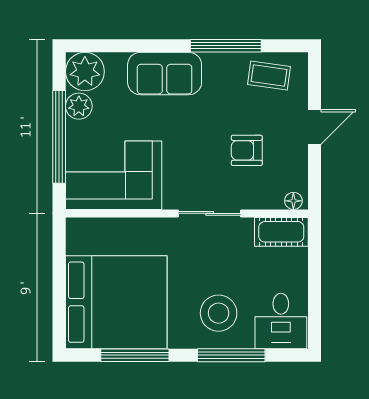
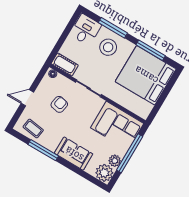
armchair: (247, 150) -> (59, 104), turned -79

